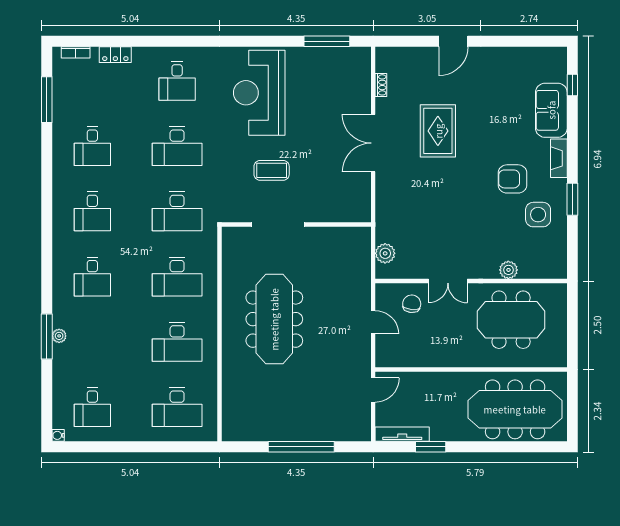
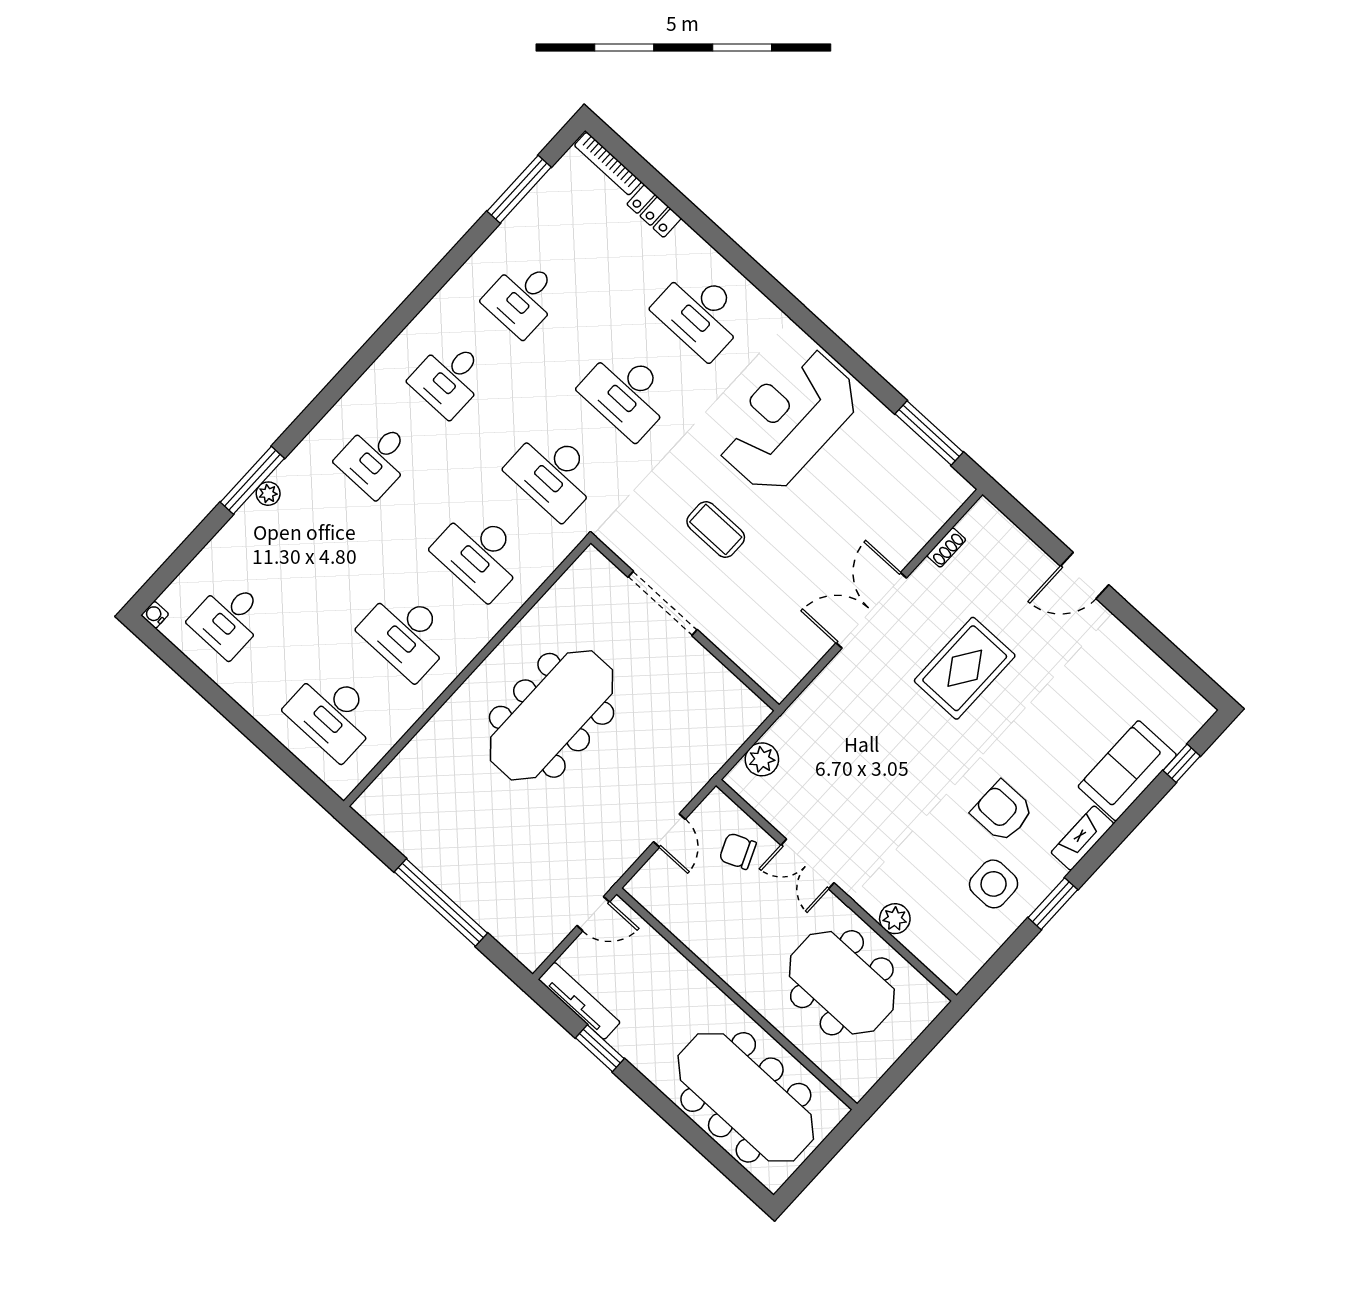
bookcase: (76, 52) -> (608, 164), width x1.56
desk: (177, 81) -> (700, 313), width x1.37
chair: (412, 304) -> (738, 851), turned -119

